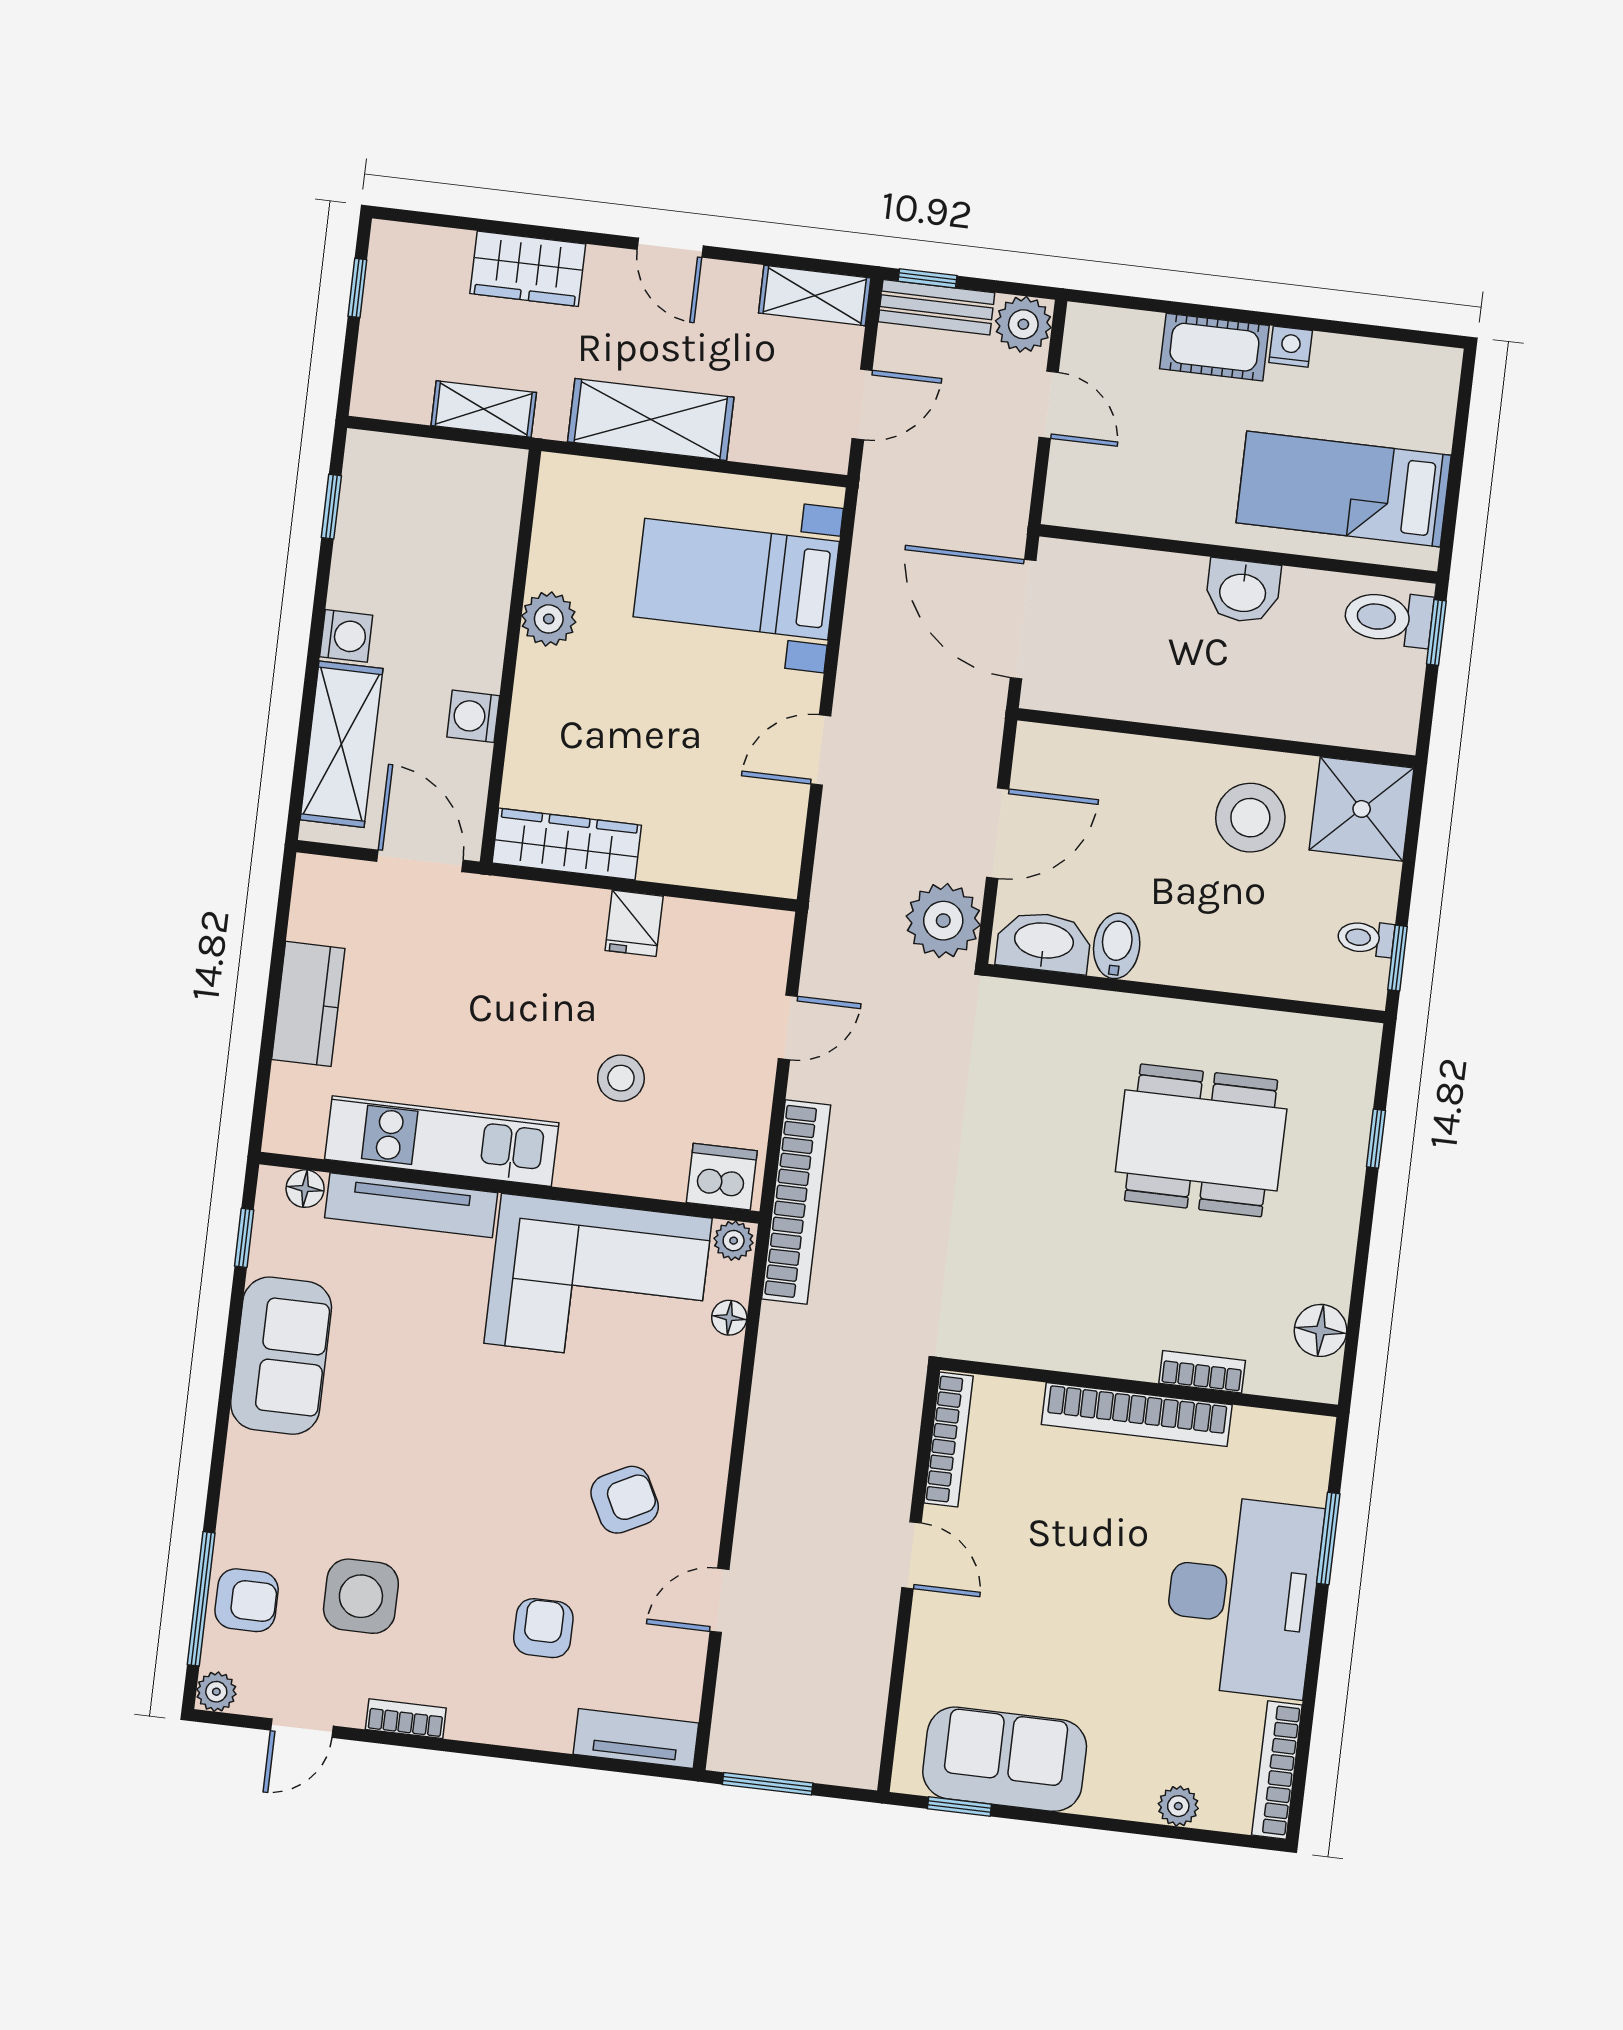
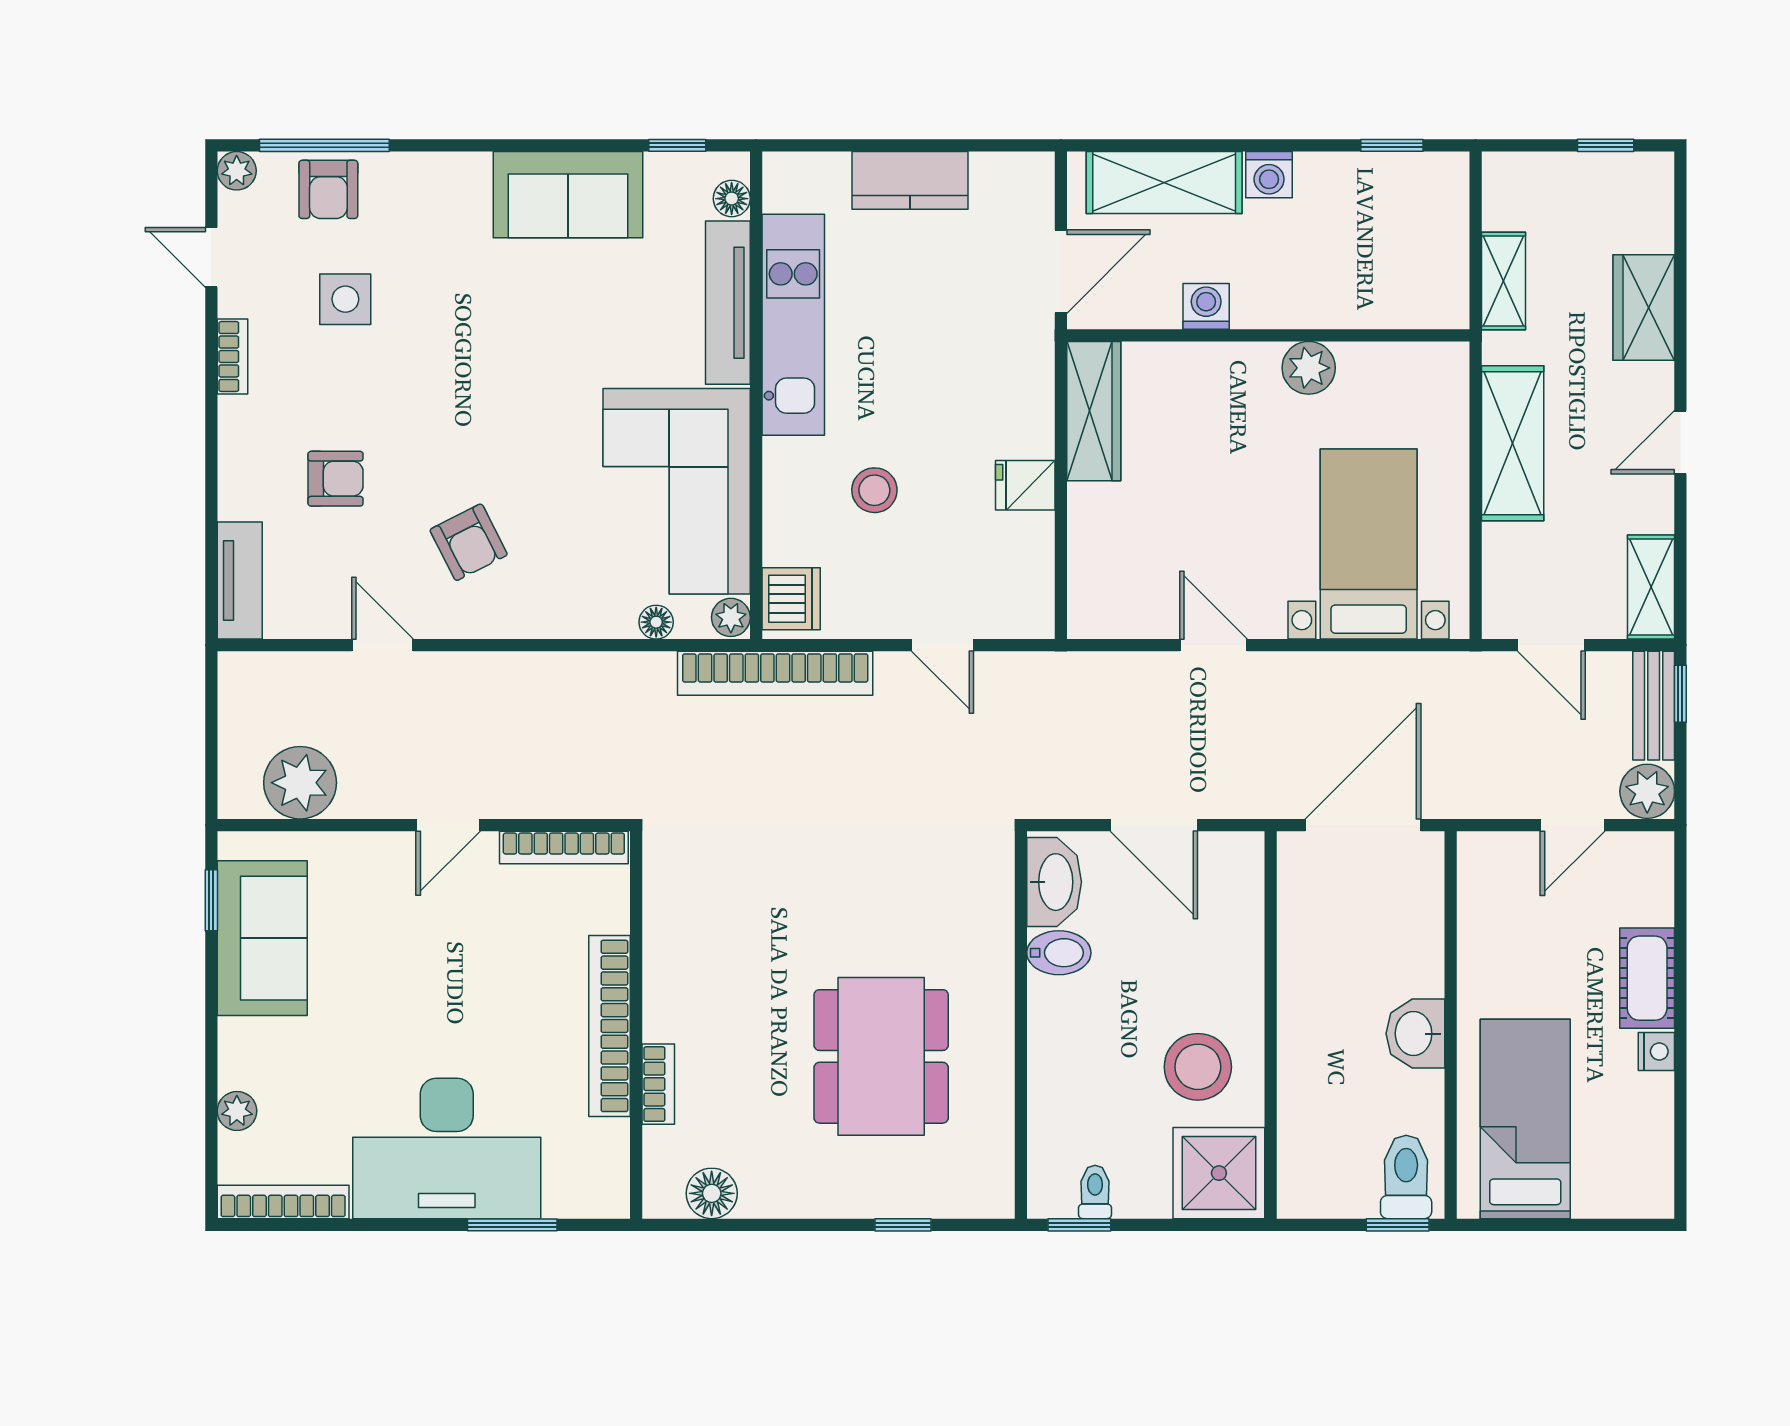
plant: (943, 921) -> (300, 783), moved
side table: (361, 1596) -> (345, 299), width x0.73, depth x0.73
window: (768, 1784) -> (211, 713), removed

